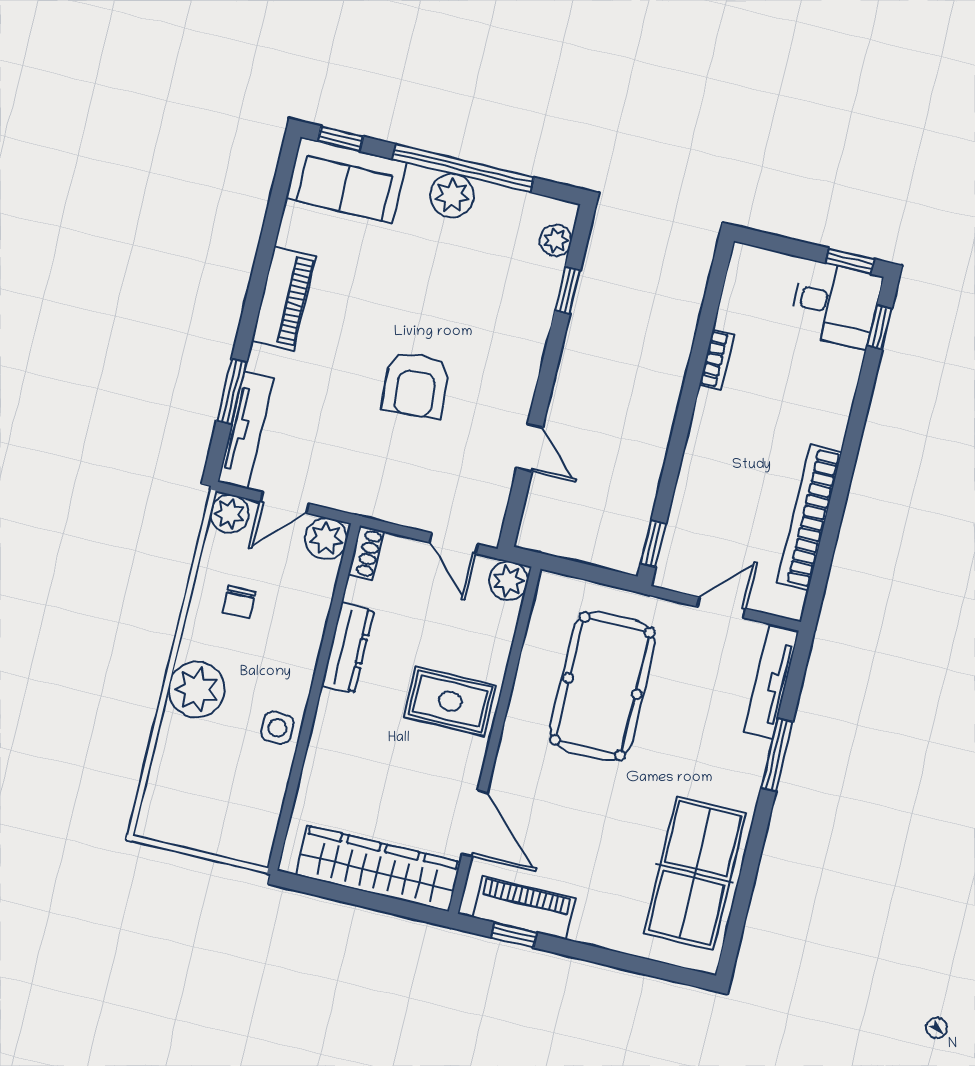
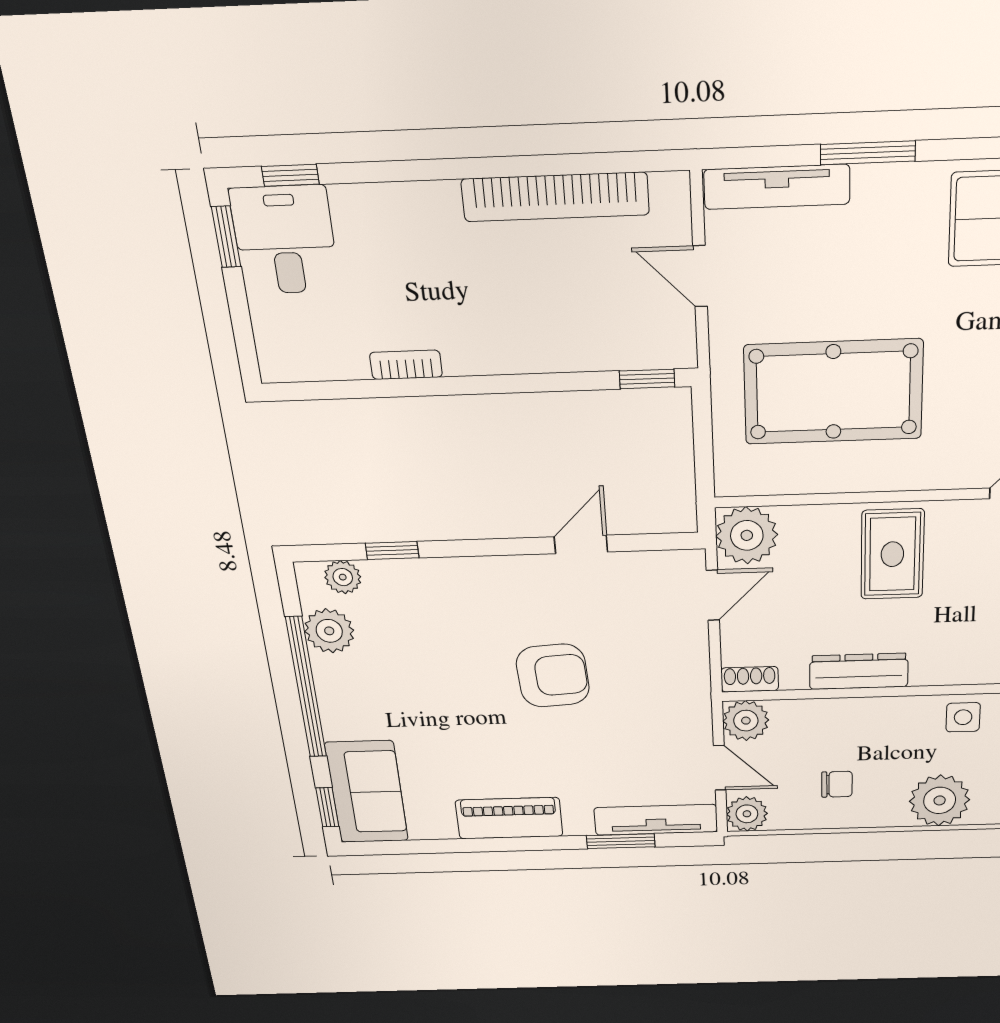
plant: (452, 196) -> (329, 631), moved
plant: (508, 581) -> (747, 535), width x1.36, depth x1.36

